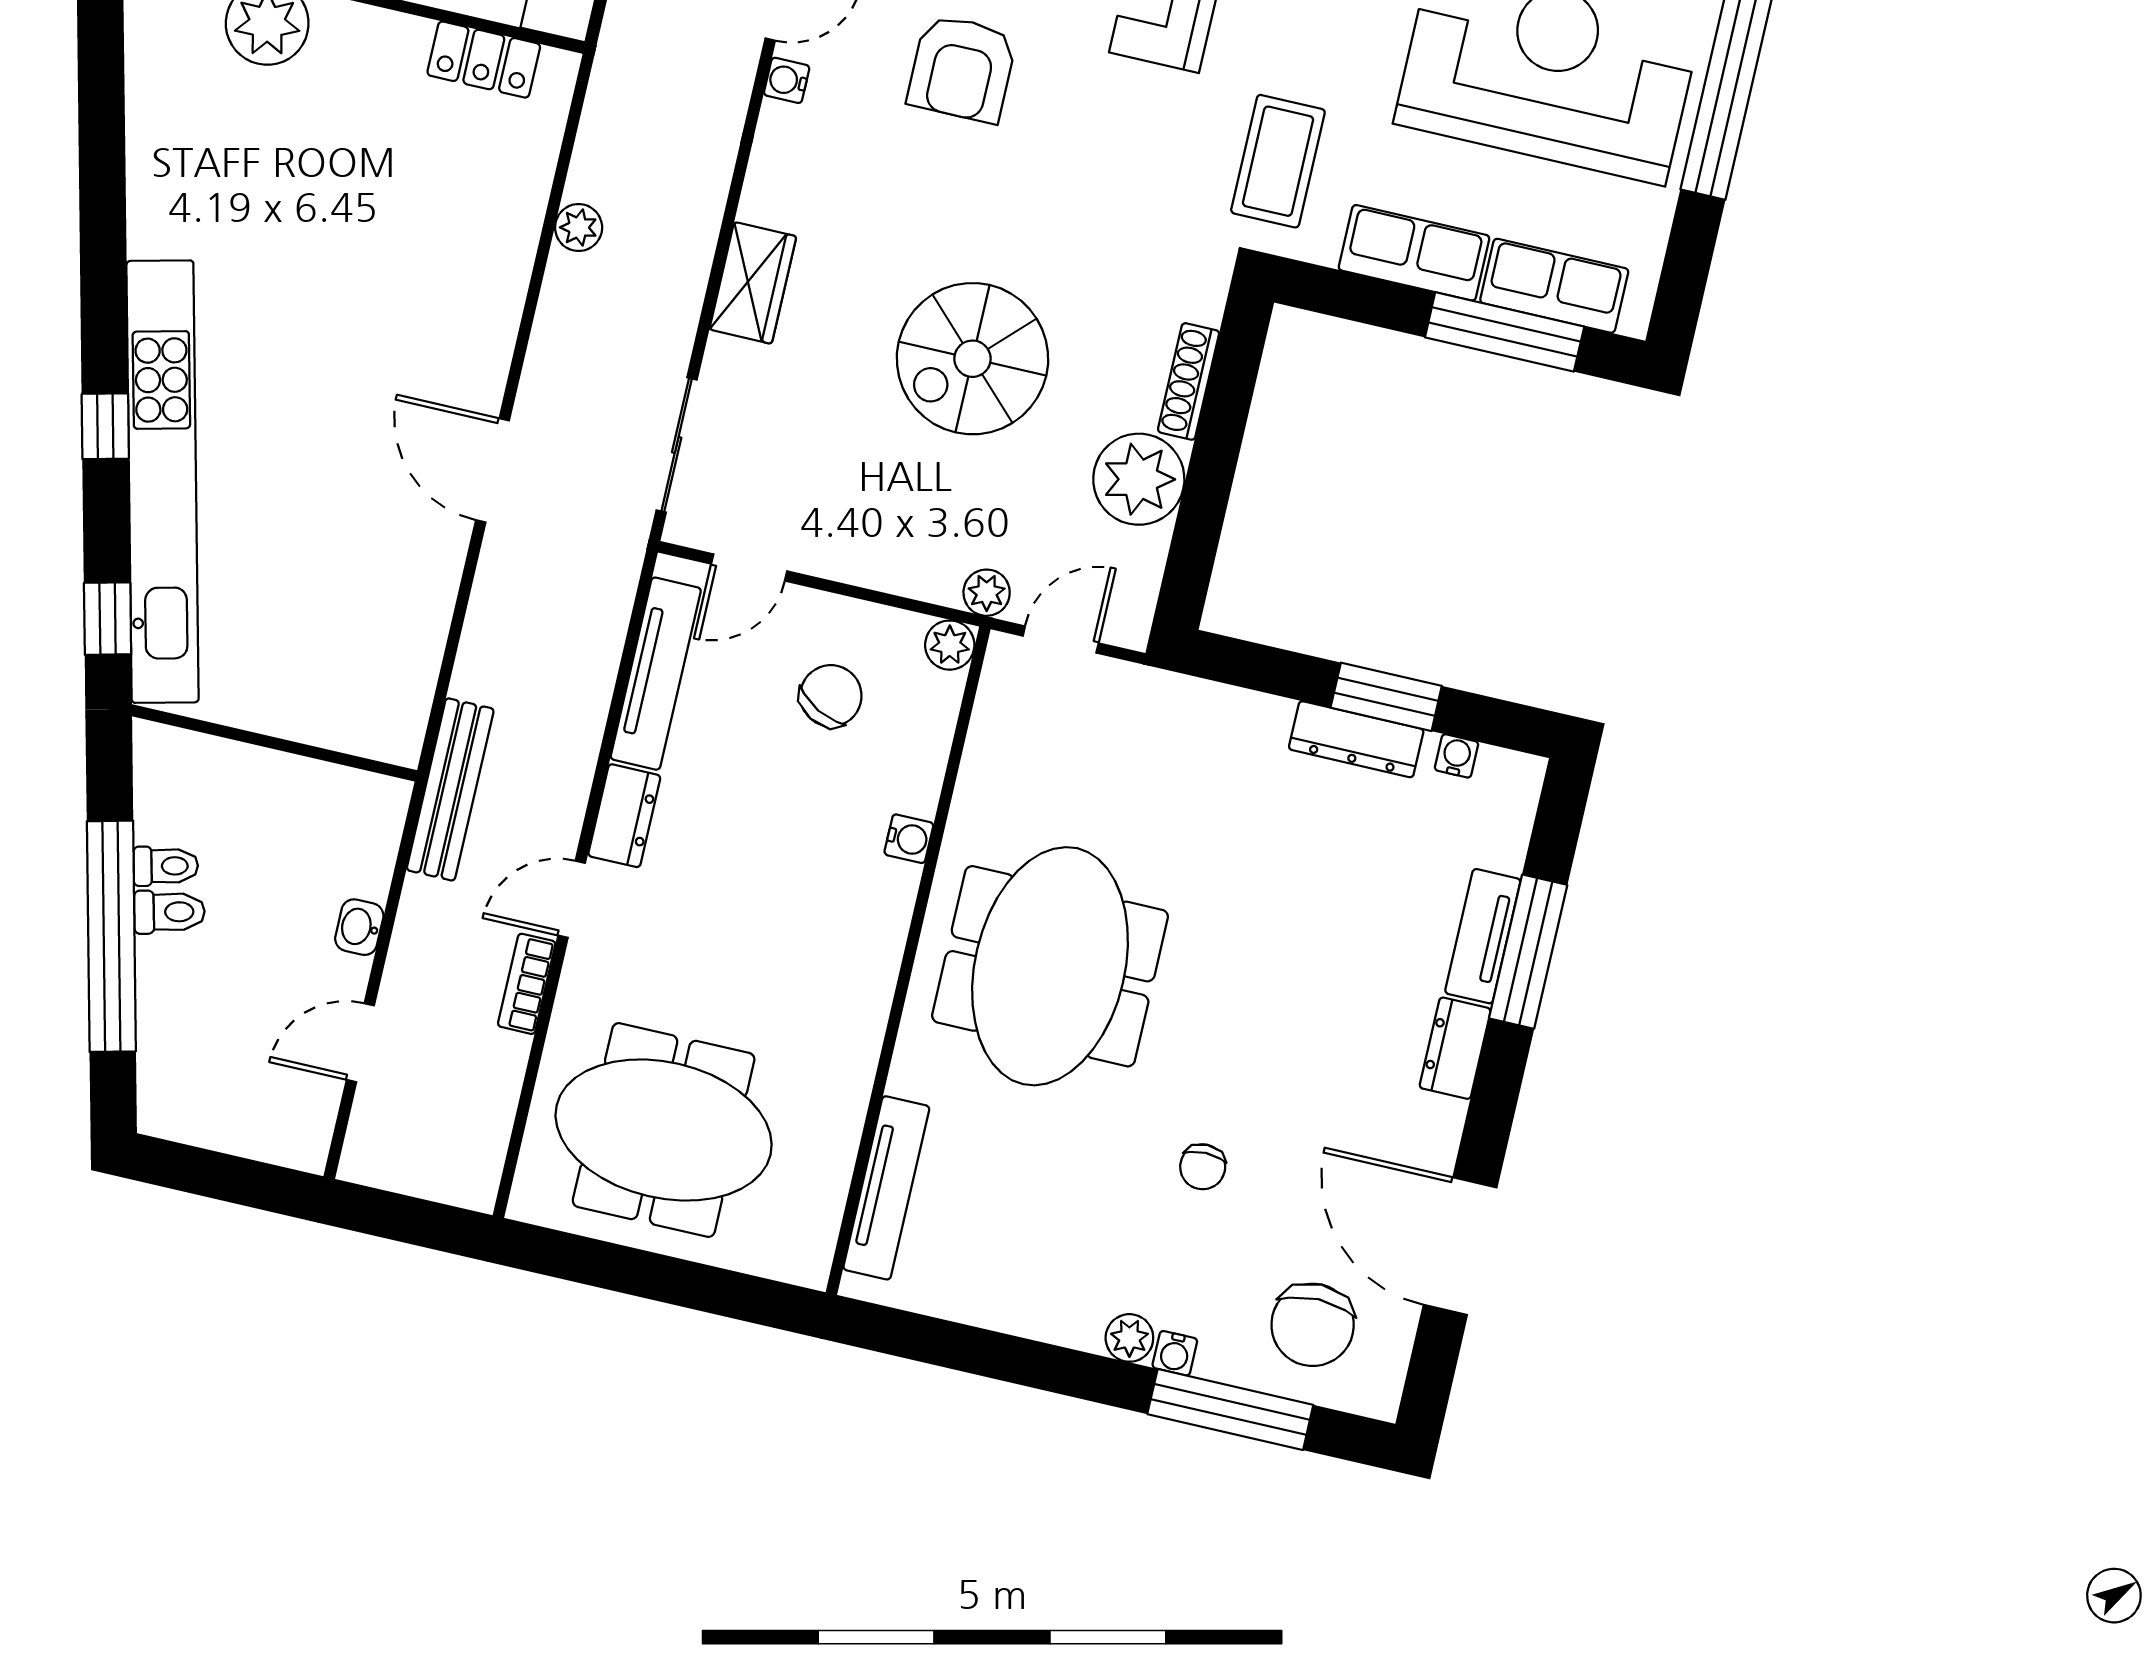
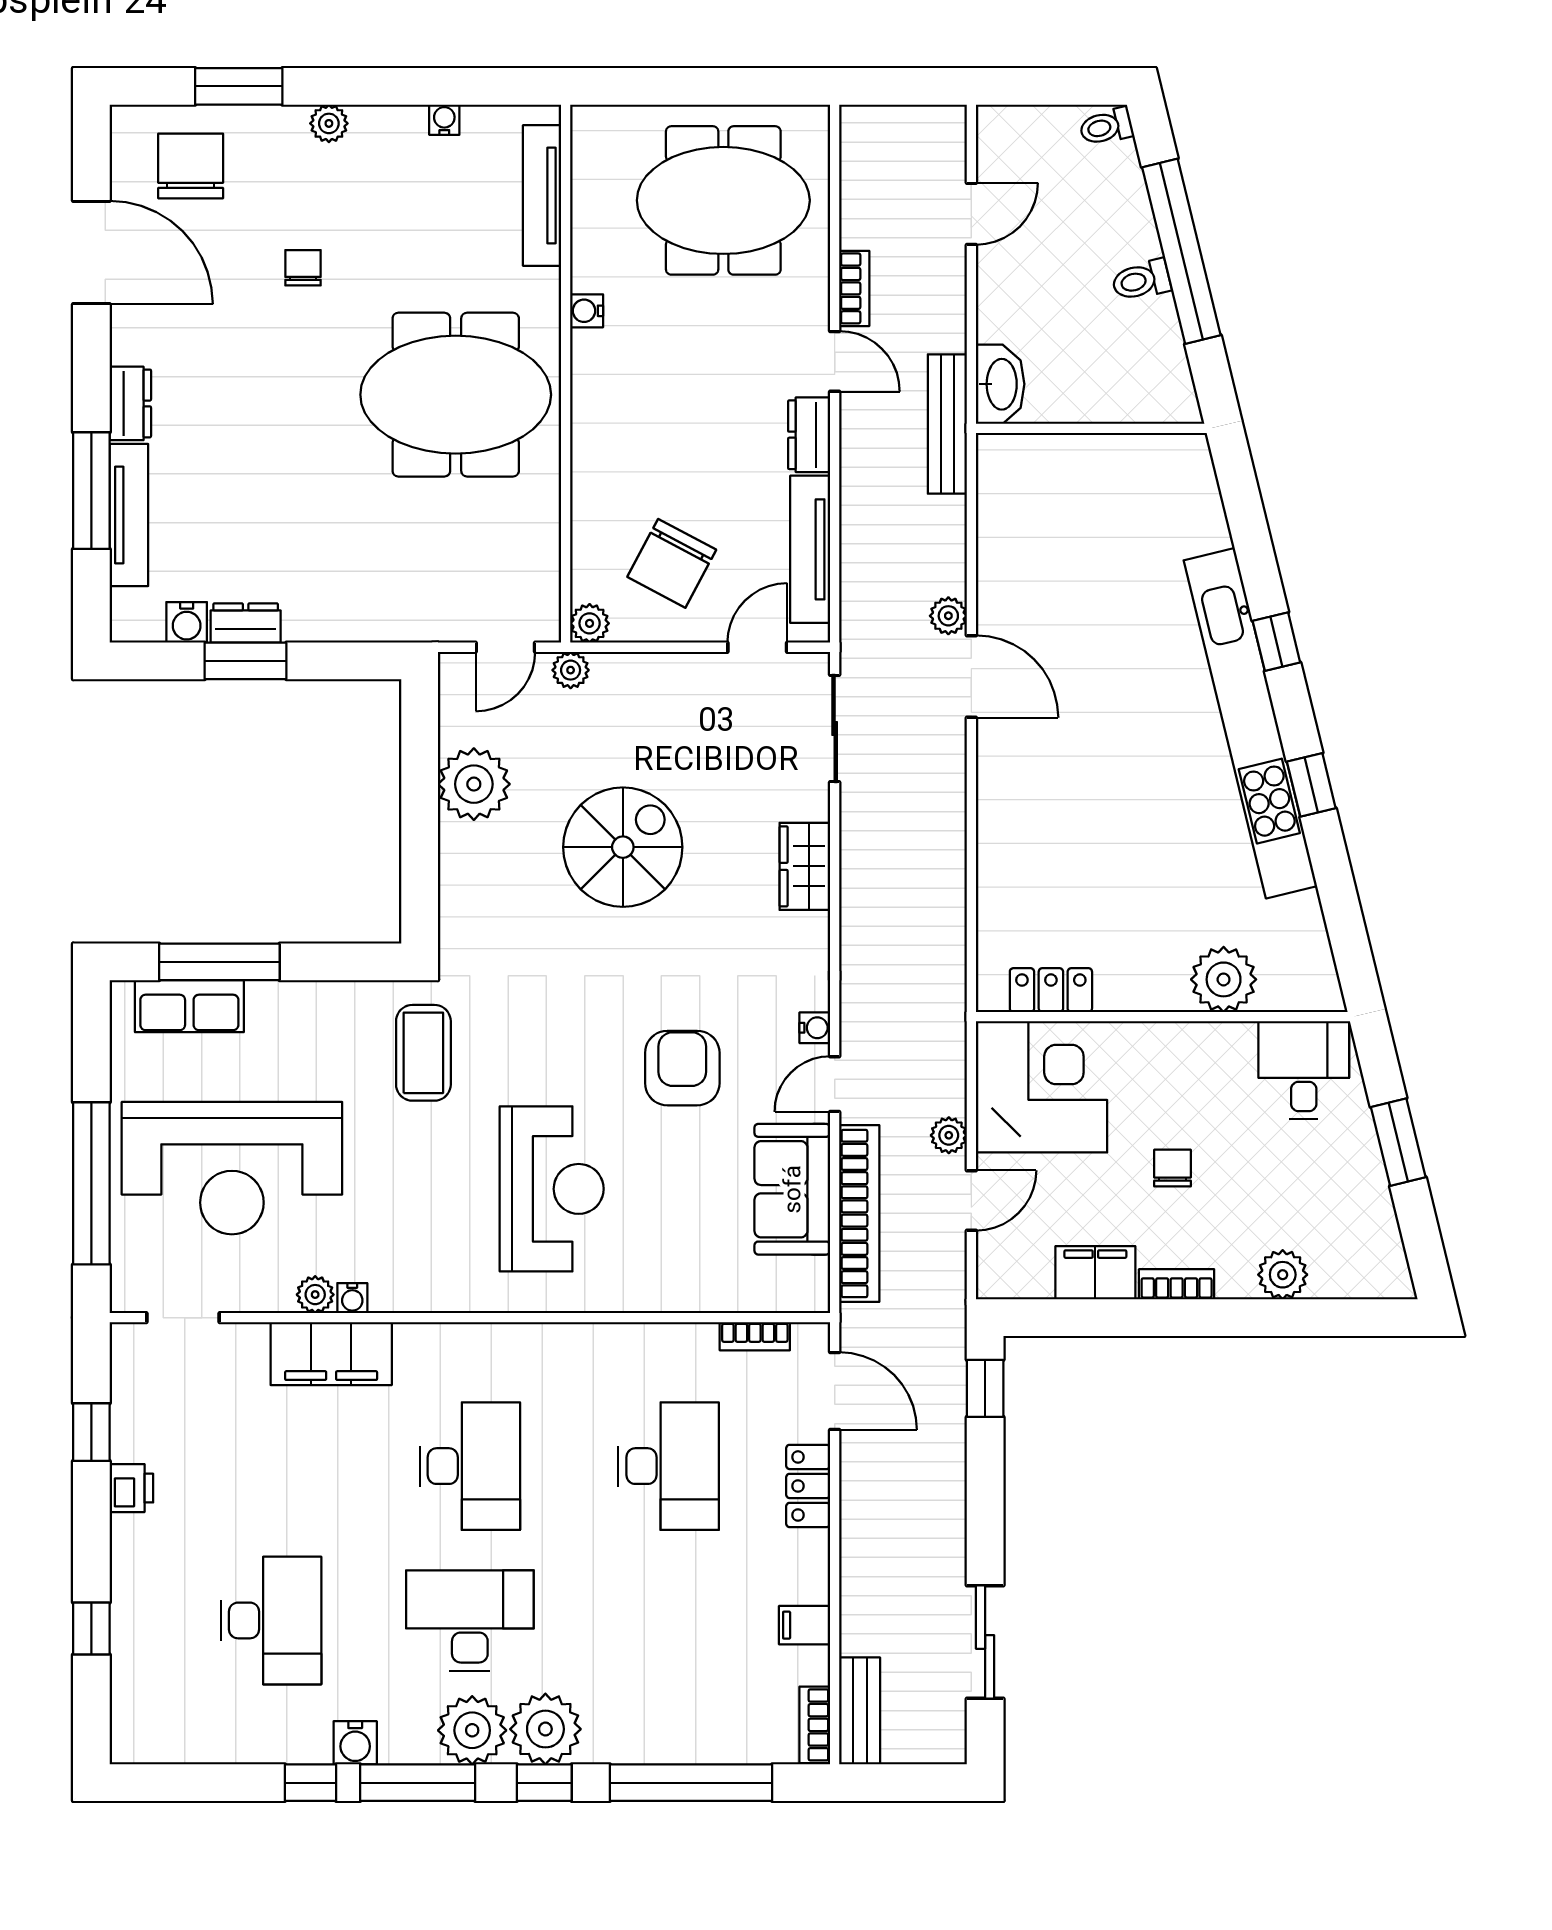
plant: (579, 228) -> (948, 616), moved
row of seats: (1414, 253) -> (303, 1007), removed
shoe rack: (1189, 381) -> (453, 868), removed
kitchen unit: (163, 482) -> (1250, 723), moved
window: (108, 619) -> (1311, 785), moved
chair: (831, 696) -> (672, 563), width x1.37, depth x1.37
dresser: (1356, 739) -> (246, 623), width x0.70
water cooler: (1457, 756) -> (187, 622), width x1.38, depth x1.38
water cooler: (909, 839) -> (587, 311), moved
toilet: (166, 866) -> (1106, 127), moved
door: (572, 899) -> (835, 361), hinge flipped
washbasin: (359, 927) -> (1000, 384), moved, width x1.91, depth x1.45
tv unit: (1483, 936) -> (129, 515), width x1.41
meeting table: (1050, 966) -> (456, 395), turned 90
water cooler: (1175, 1353) -> (444, 120), moved
window: (1230, 1409) -> (239, 86), width x0.69

